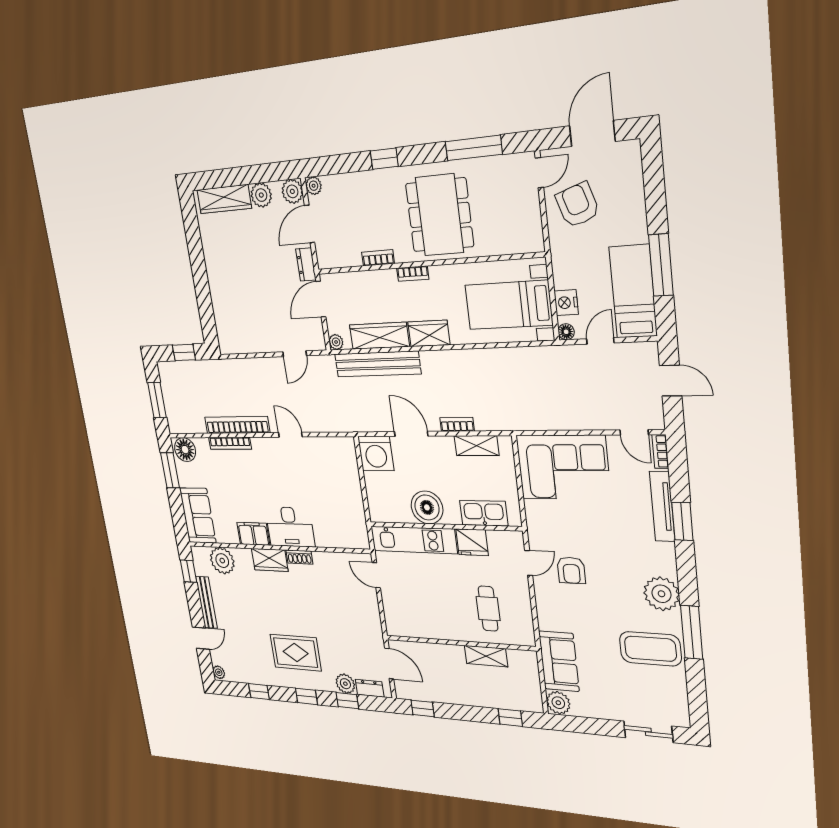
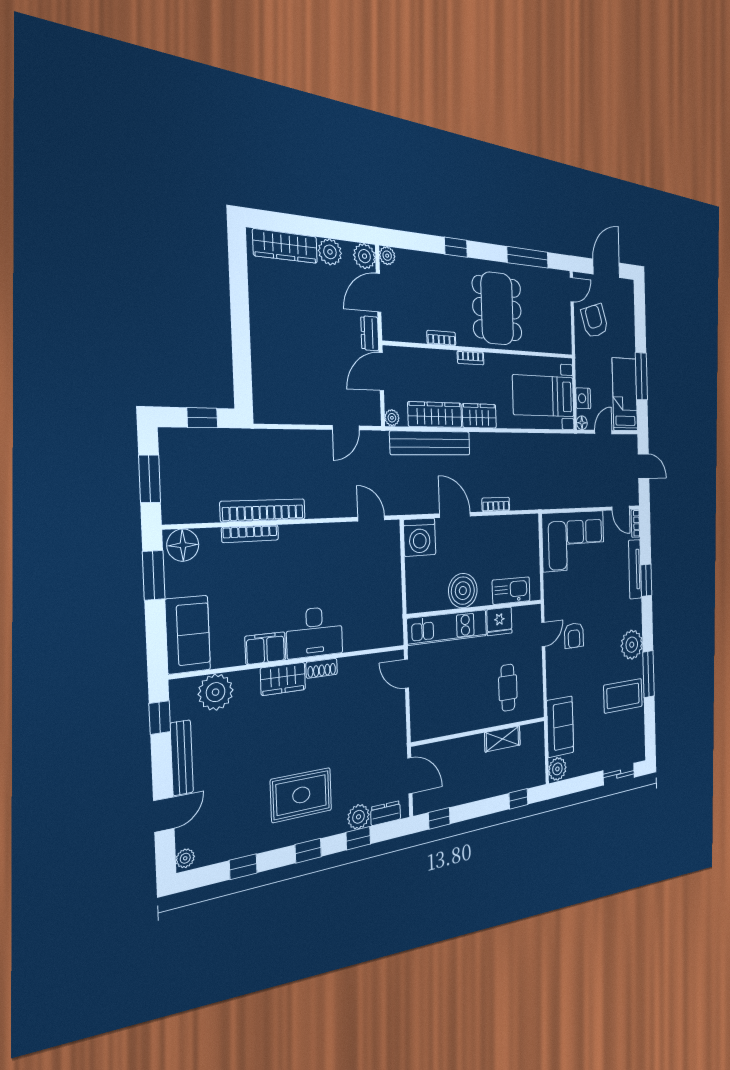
door: (290, 435) -> (371, 518), moved
shelving: (477, 446) -> (510, 524), removed

